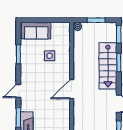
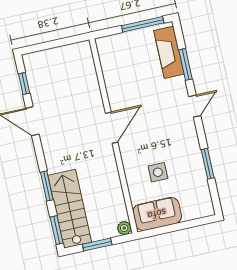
sofa: (36, 31) -> (157, 214), moved
stairs: (108, 66) -> (70, 209), moved

